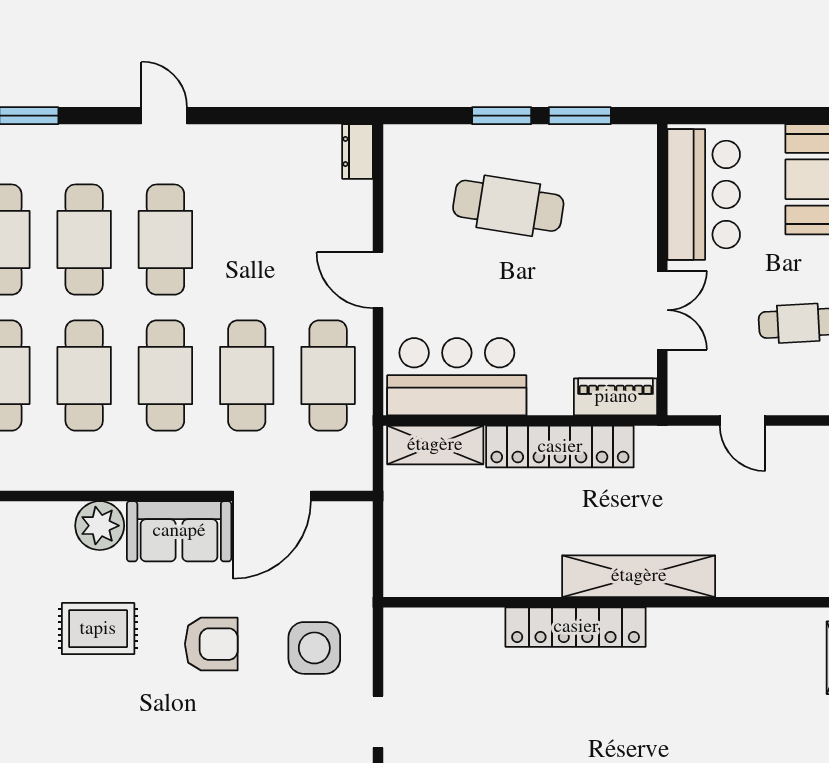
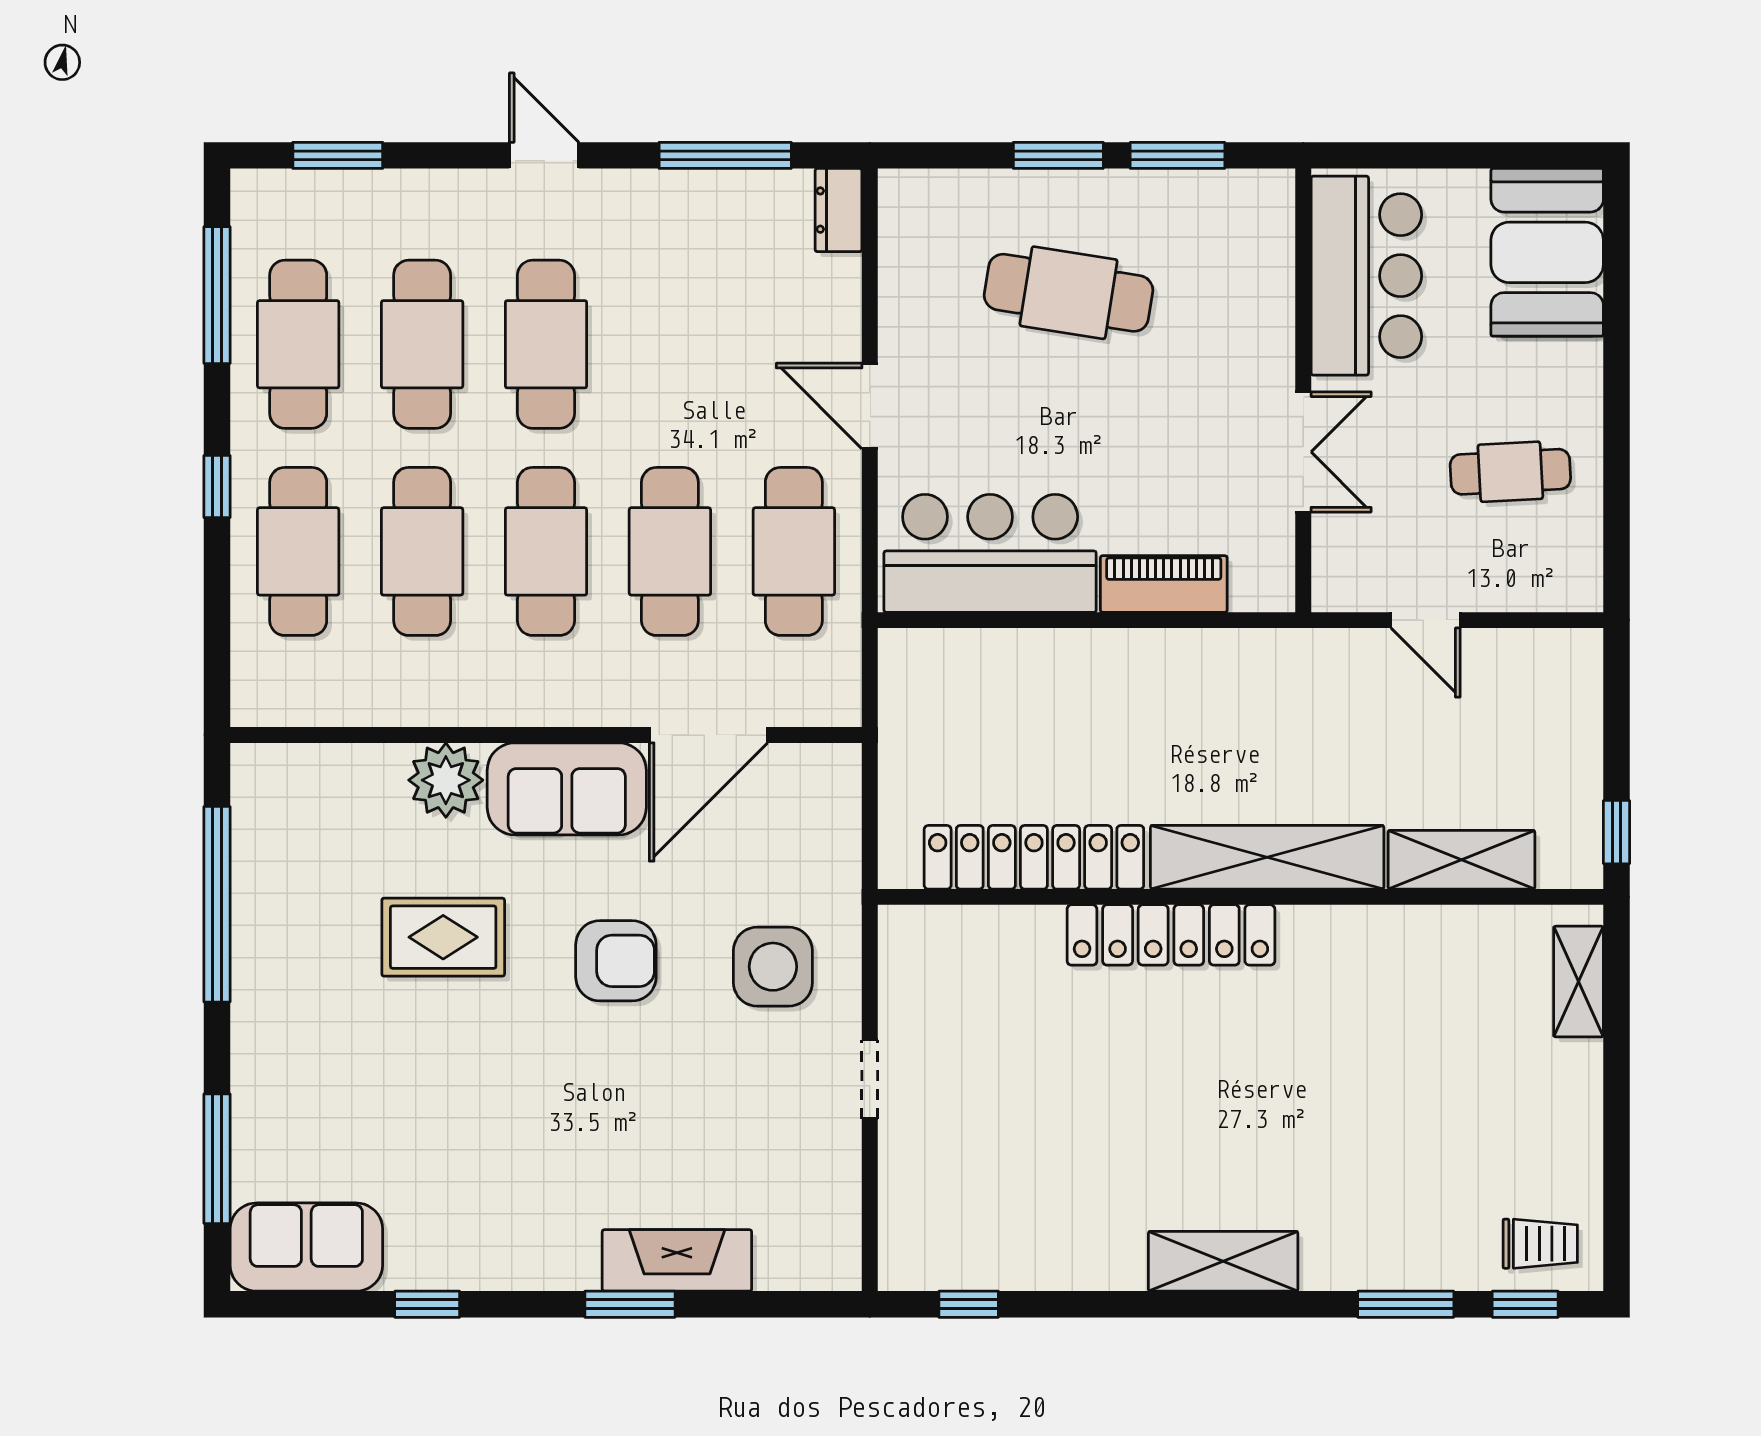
window: (283, 116) -> (725, 155), added
piano: (616, 397) -> (1164, 584), moved
shelving: (435, 445) -> (1461, 860), moved
locker: (560, 447) -> (1034, 857), moved, turned 180

